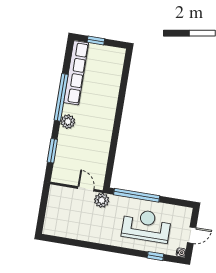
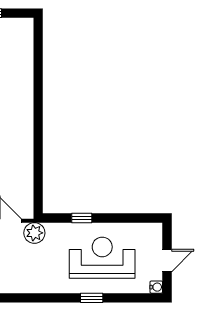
window: (137, 195) -> (82, 218), width x0.32
window: (155, 256) -> (92, 298), moved

